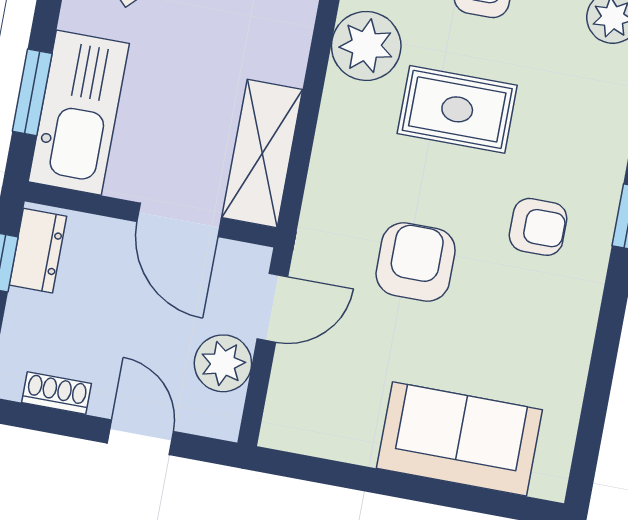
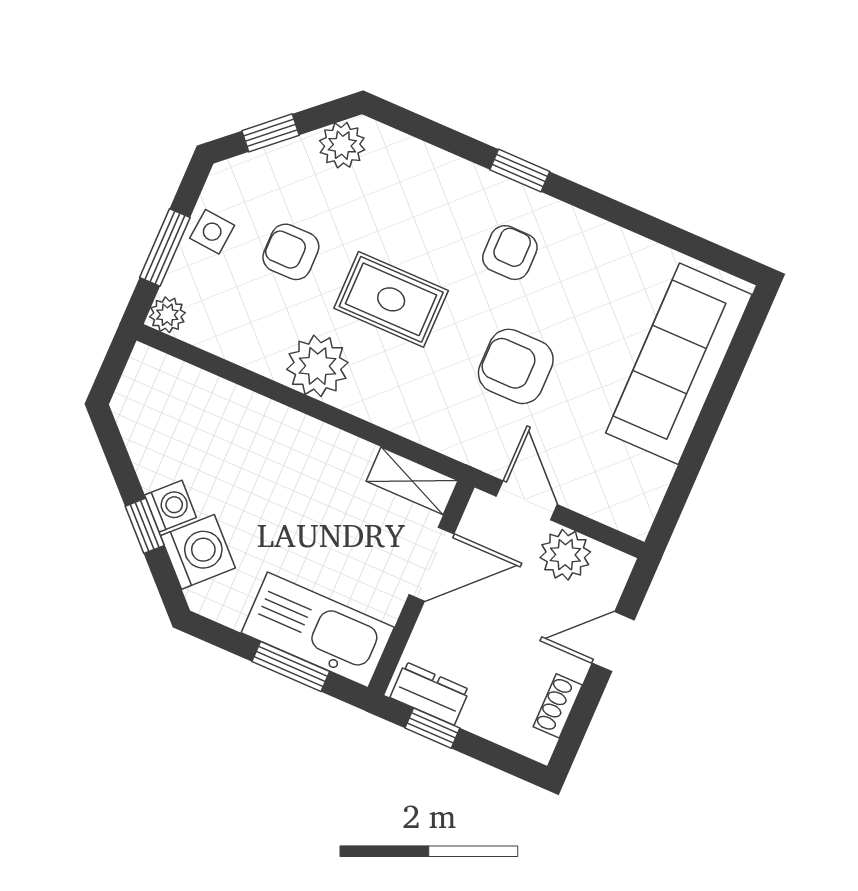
rug: (457, 109) -> (391, 299), turned 90
shelving: (262, 154) -> (412, 481), width x0.67, depth x0.75
sofa: (459, 439) -> (679, 364), width x1.36

